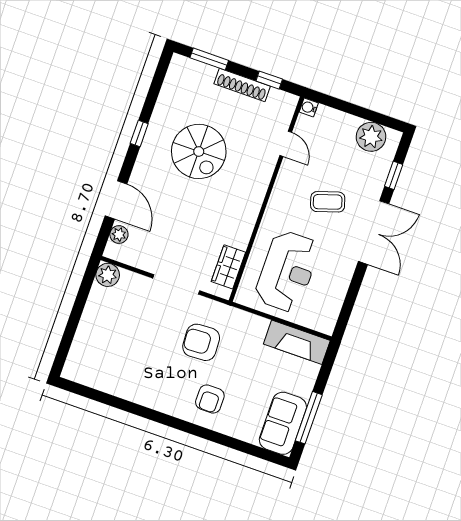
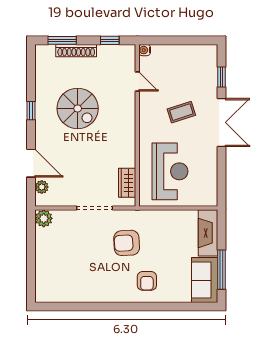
shoe rack: (242, 85) -> (76, 51), moved
plant: (371, 137) -> (196, 55), removed
fireplace: (297, 342) -> (208, 233), moved, turned 90

